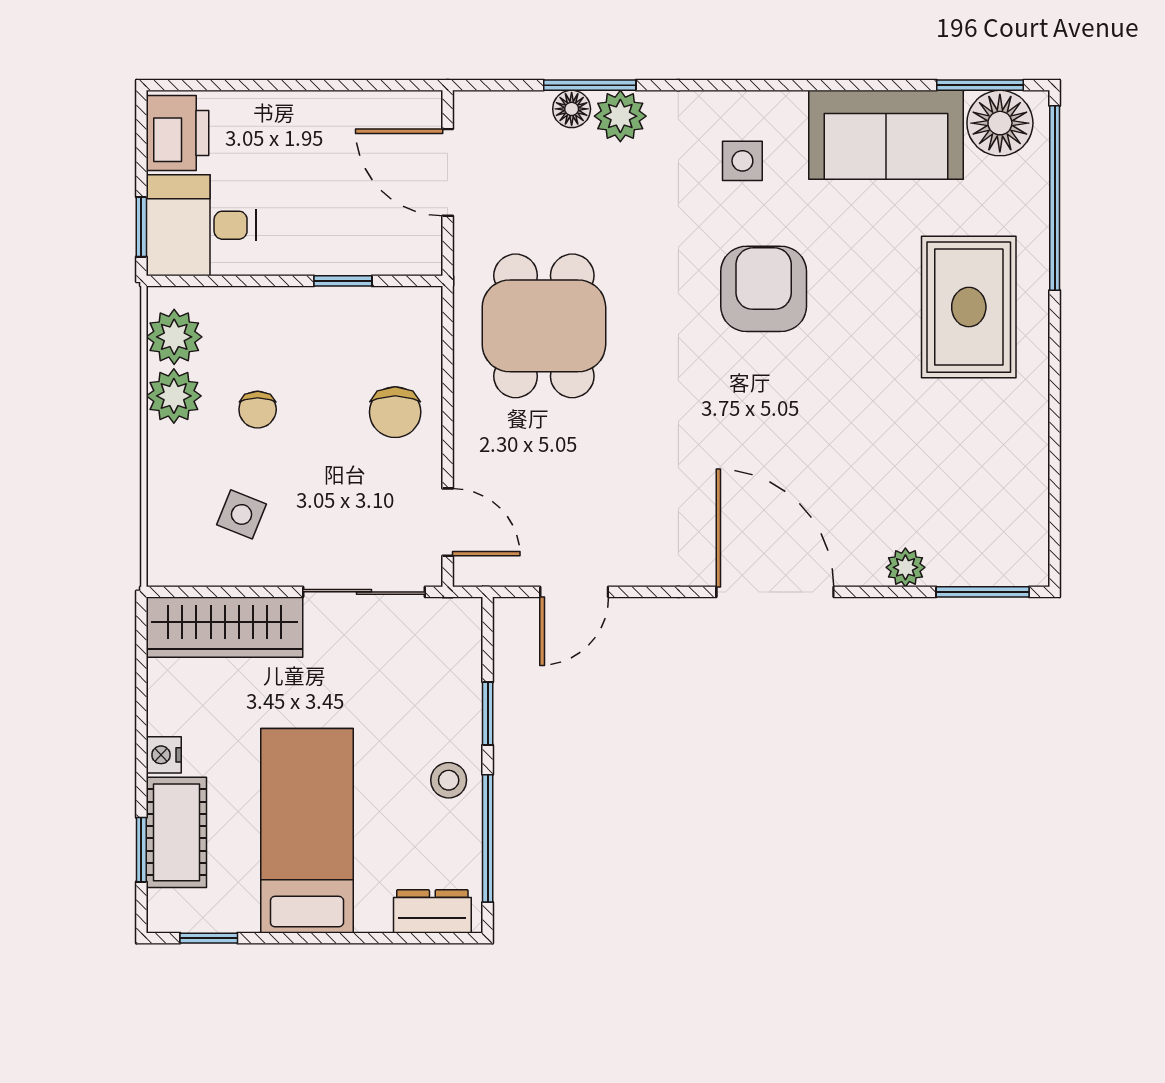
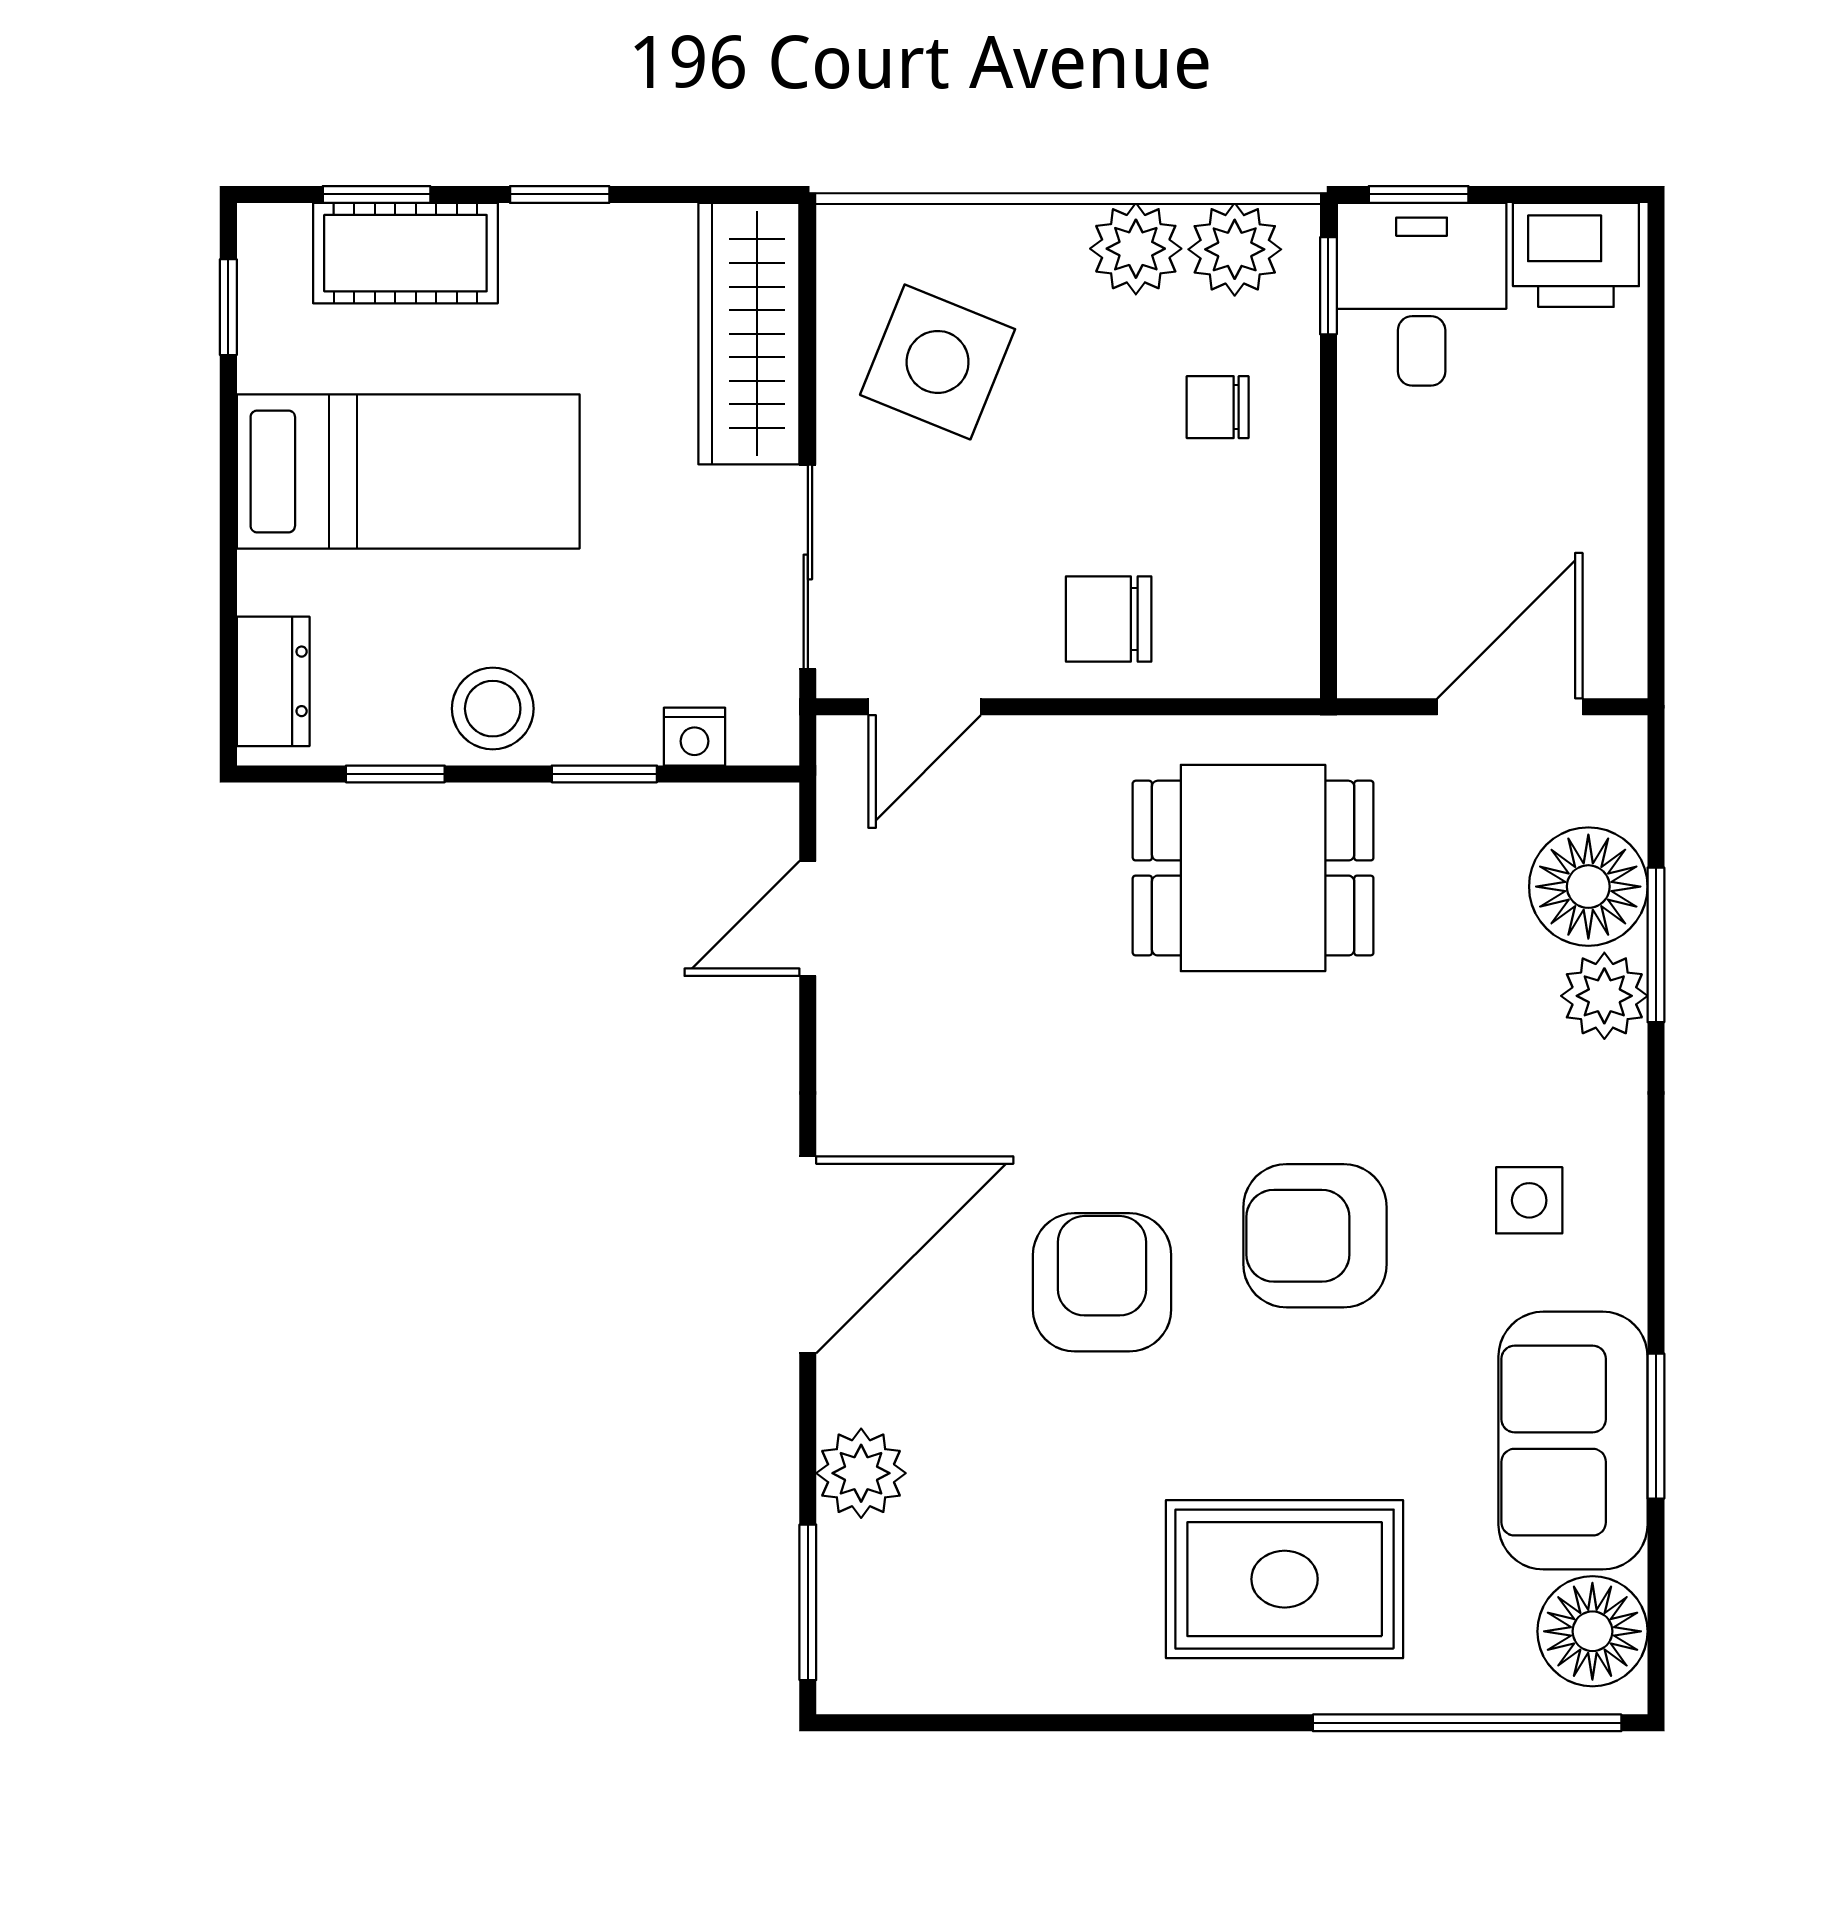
window: (980, 85) -> (1656, 1426), moved
floor lamp: (572, 109) -> (1588, 887), width x1.89, depth x1.89
window: (343, 281) -> (1328, 286), moved
armchair: (764, 289) -> (1315, 1236), turned 180
chair: (258, 410) -> (1218, 407), moved
armchair: (791, 416) -> (1102, 1282), added
side table: (242, 514) -> (938, 362), width x1.87, depth x1.87
plant: (905, 567) -> (861, 1473), width x1.38, depth x1.38
door: (574, 592) -> (808, 919), hinge flipped
window: (141, 740) -> (560, 194), added
nightstand: (164, 755) -> (694, 737), moved, turned 180
stool: (449, 780) -> (493, 709), width x1.37, depth x1.37
window: (488, 838) -> (395, 774), width x0.46

